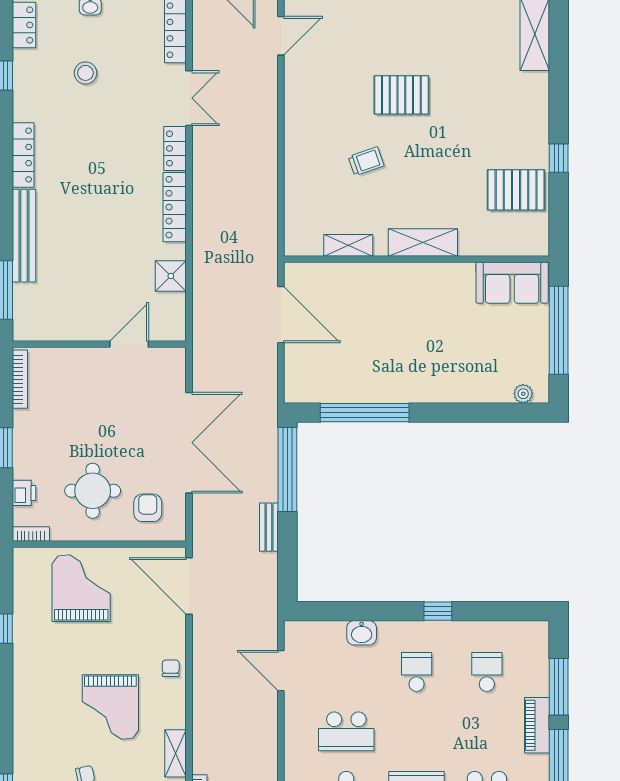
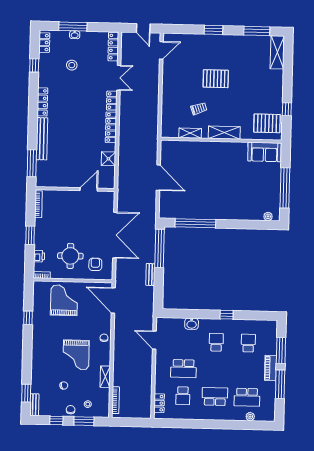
shelving: (423, 242) -> (224, 133), moved
shelving: (348, 245) -> (190, 133), moved
wall: (417, 259) -> (221, 140), moved
sofa: (512, 283) -> (264, 152), moved

